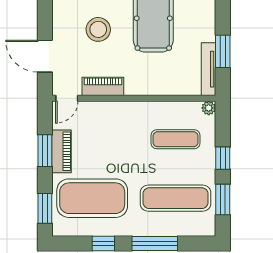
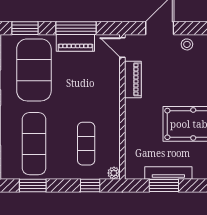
stool: (98, 29) -> (187, 44), moved, width x0.53, depth x0.53
tv unit: (209, 69) -> (168, 173), moved
window: (45, 151) -> (76, 28), width x1.44
window: (223, 158) -> (90, 185), moved

